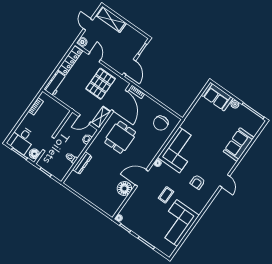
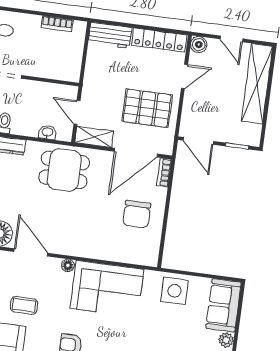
shelving: (111, 19) -> (257, 84), width x1.47
door: (88, 24) -> (231, 39), swing flipped
door: (130, 67) -> (198, 141), hinge flipped
side table: (197, 117) -> (175, 291), added
chair: (161, 123) -> (137, 214), moved, turned -90
dining table: (120, 137) -> (64, 170), moved

